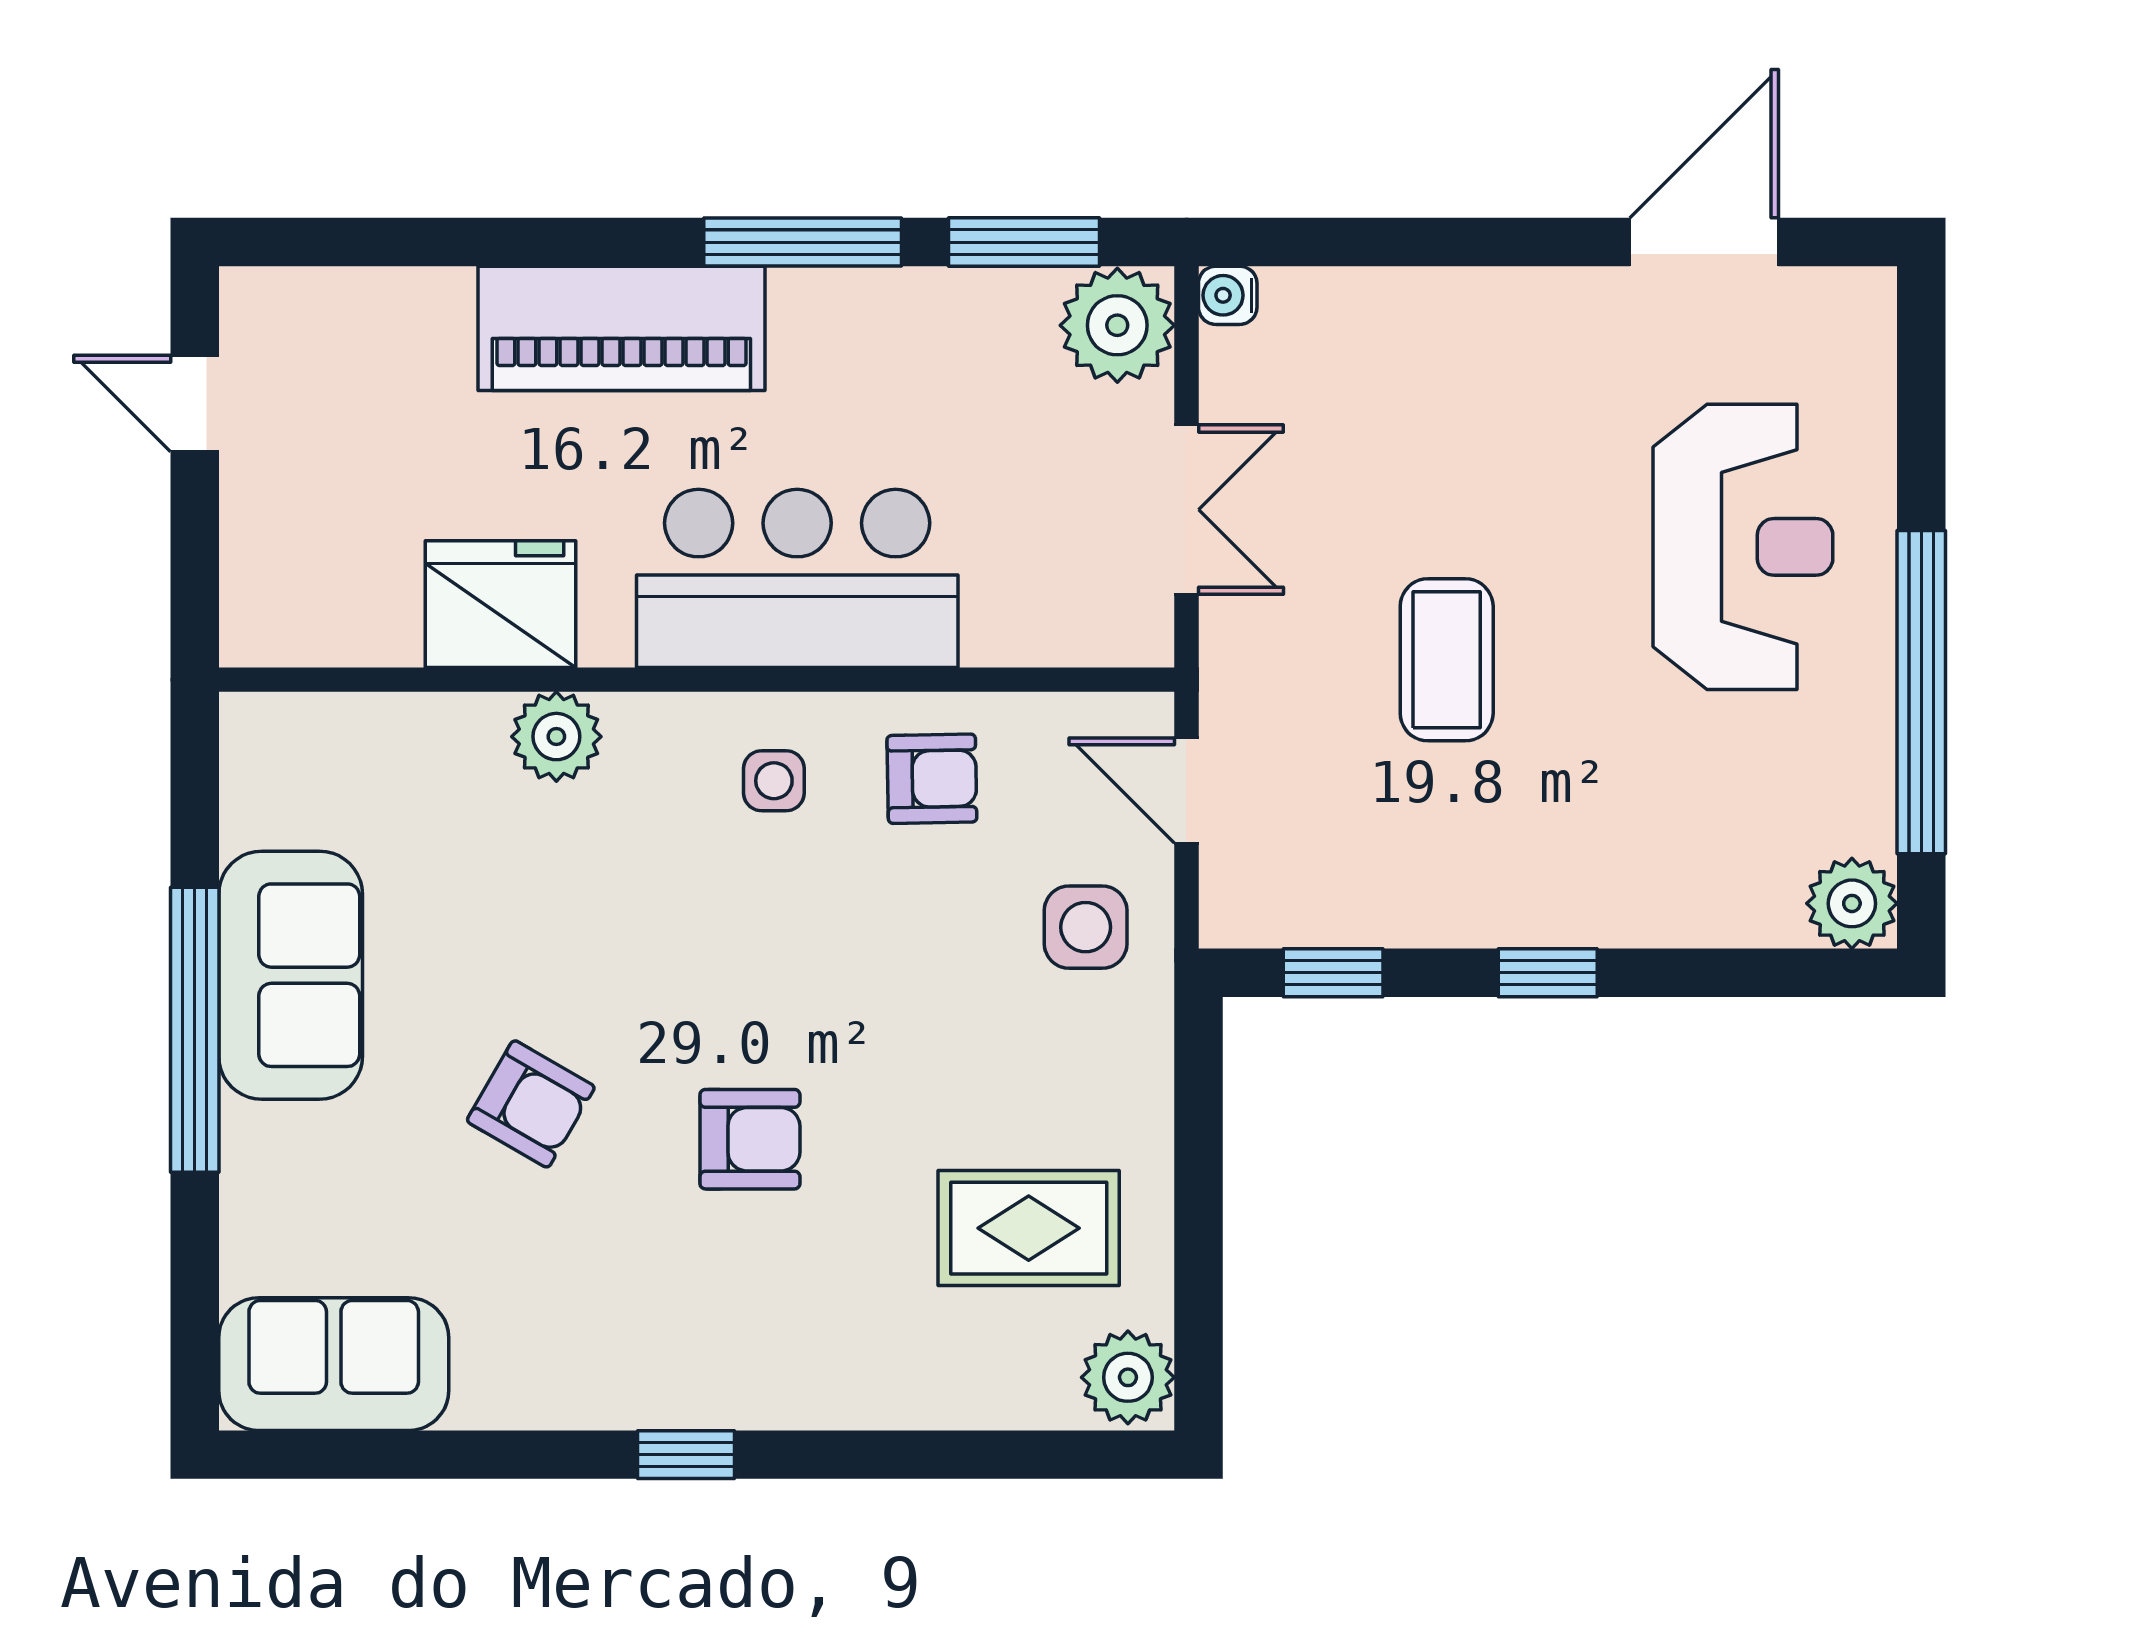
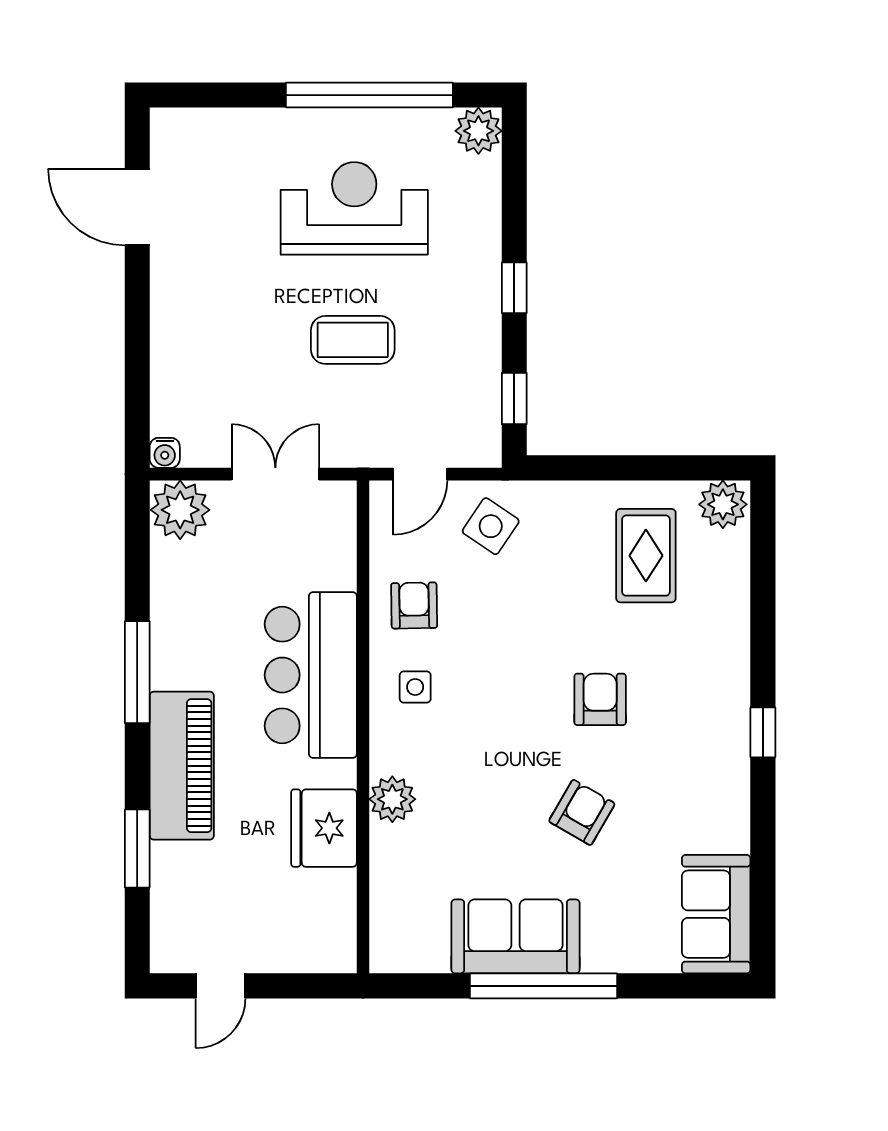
window: (1024, 242) -> (137, 848), moved
reception desk: (1743, 547) -> (354, 208), moved
side table: (1086, 927) -> (491, 526), turned 34

